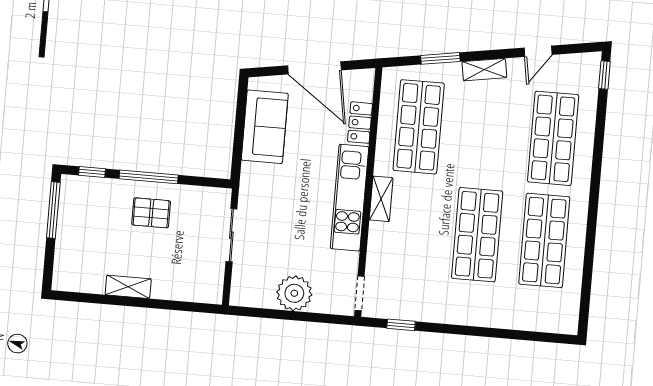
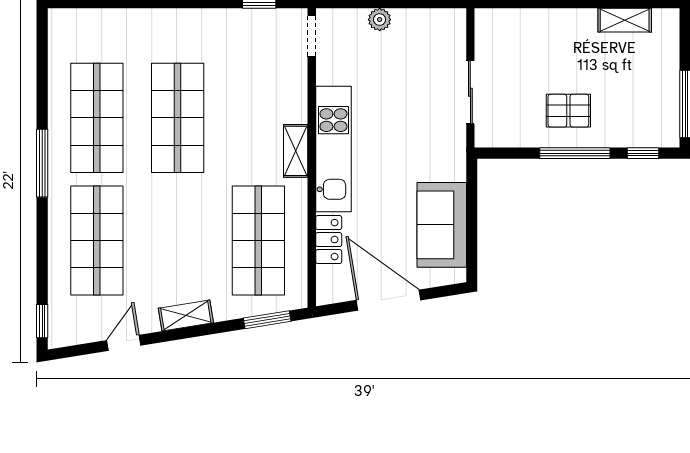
window: (440, 58) -> (267, 320), moved
window: (593, 207) -> (42, 163), added
shelving: (128, 287) -> (625, 20), moved
plant: (294, 293) -> (380, 20), width x0.53, depth x0.53

